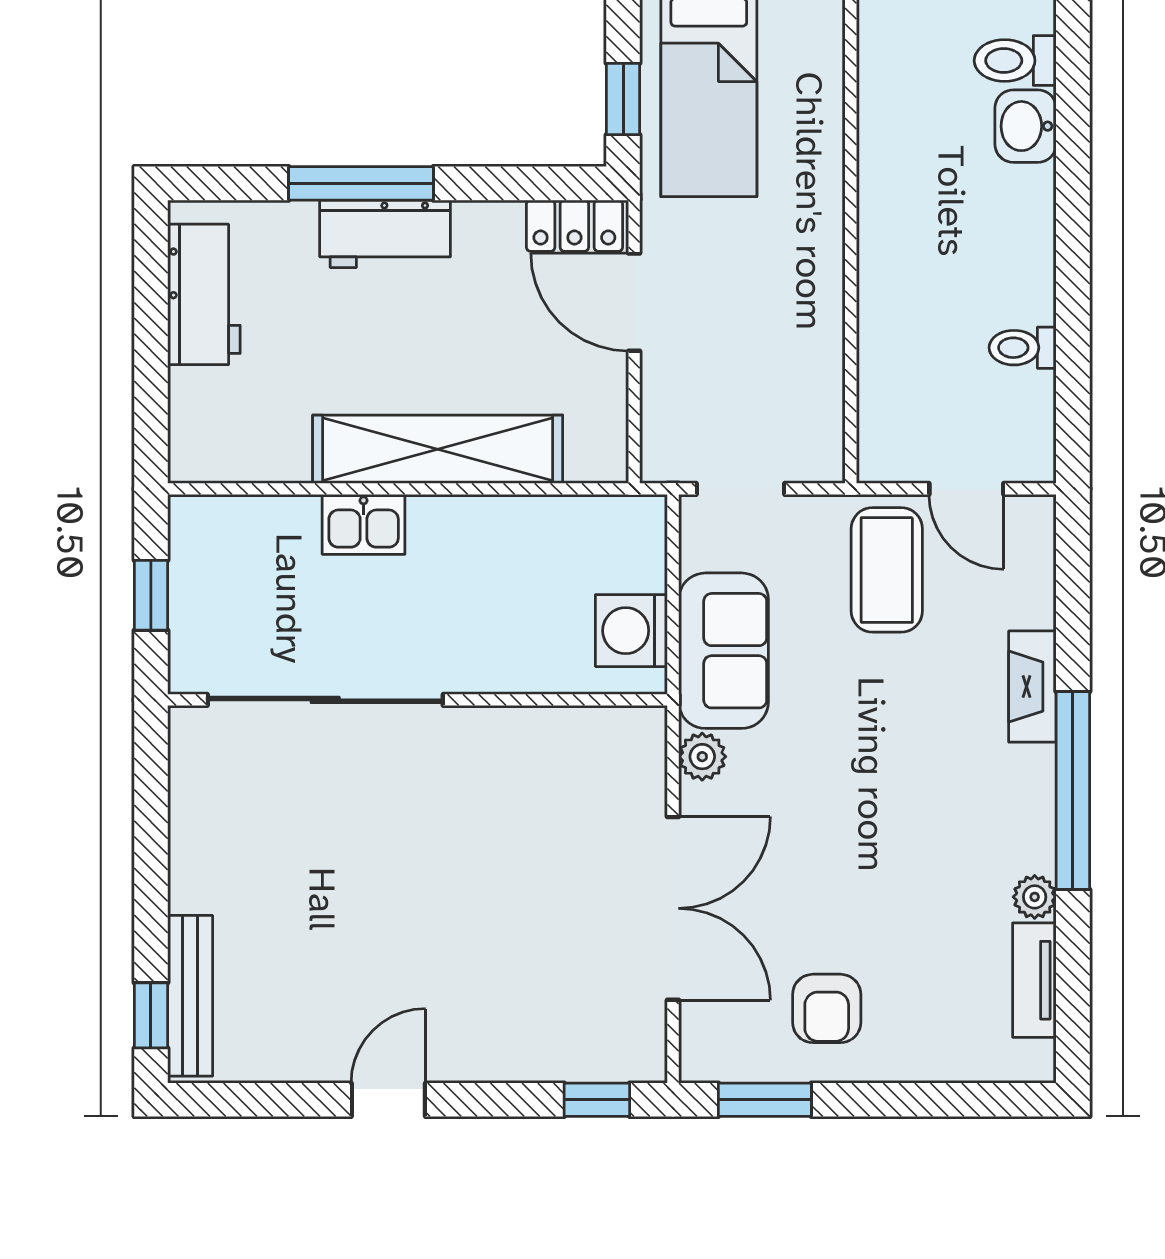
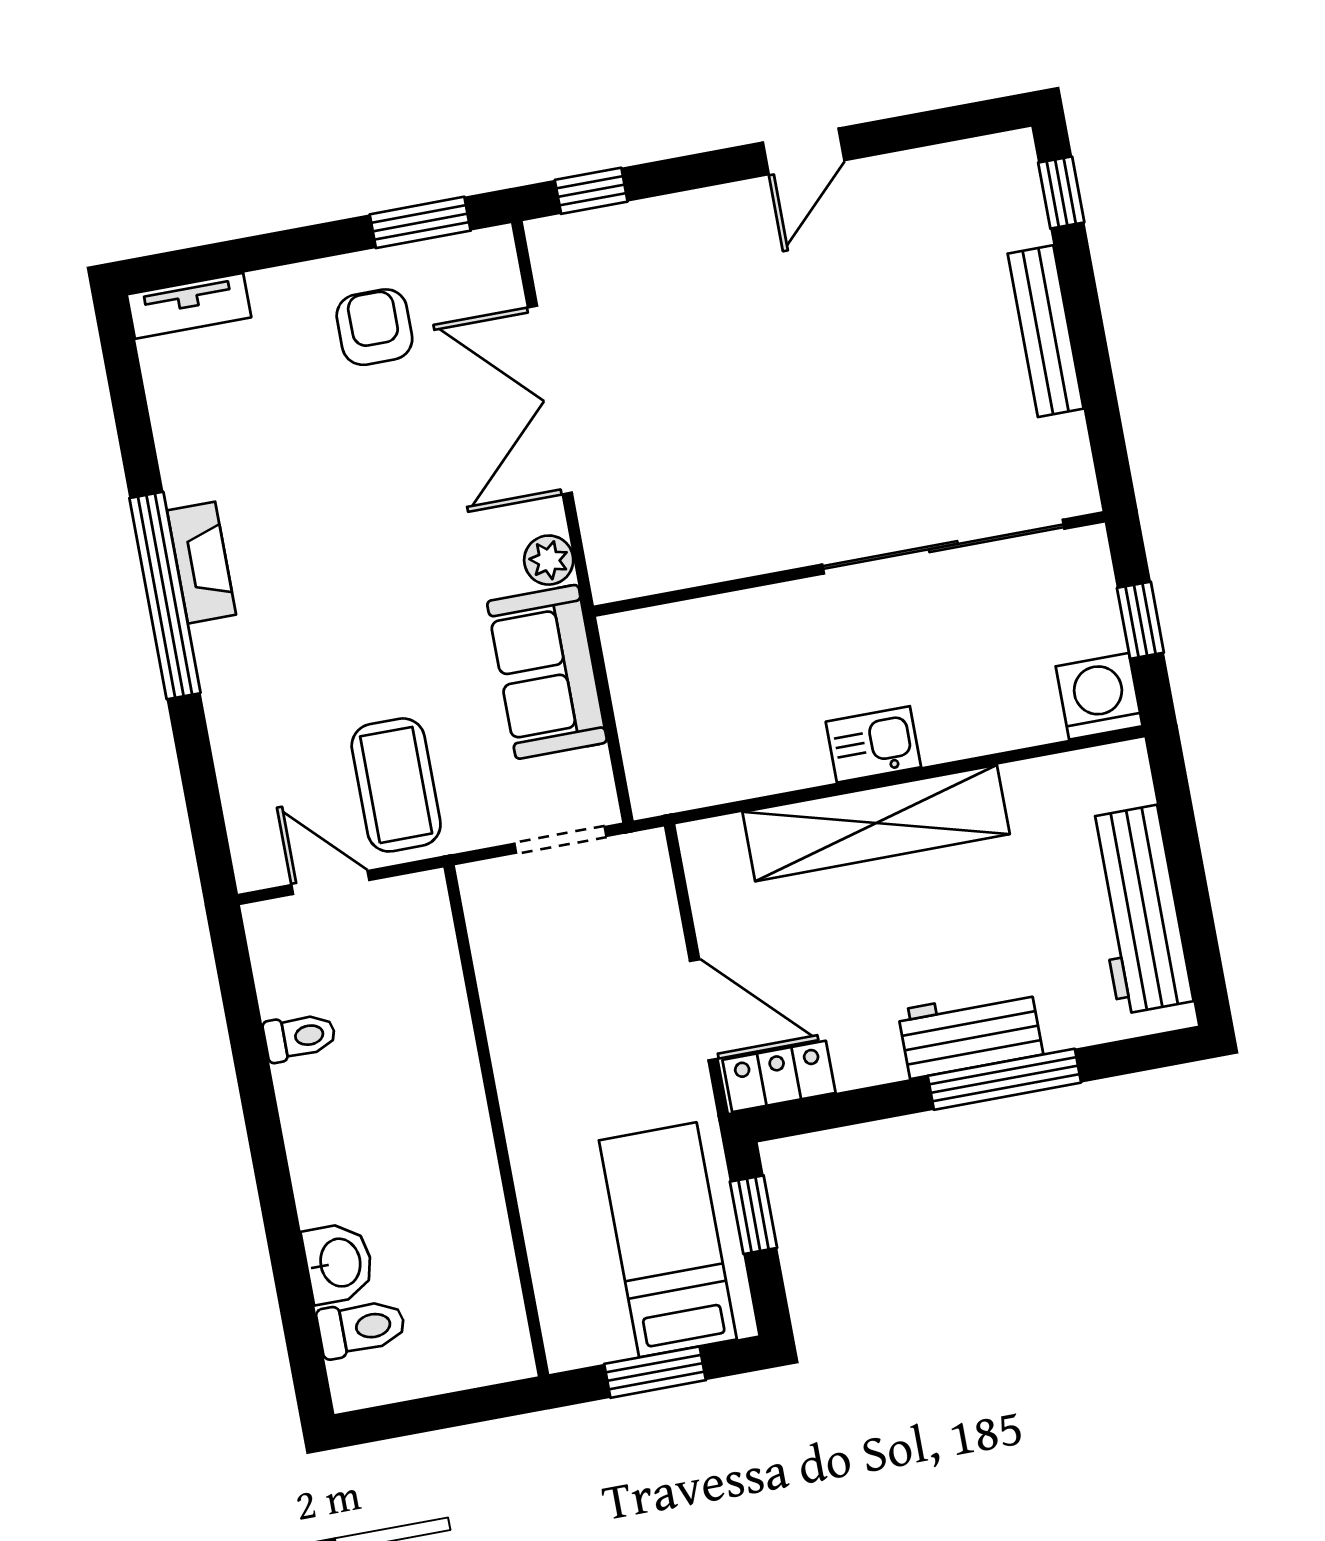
workbench: (204, 294) -> (1138, 910), width x1.38
kitchen sink: (364, 524) -> (873, 744), moved
washing machine: (631, 631) -> (1099, 696), moved, turned -90
fireplace: (1032, 687) -> (201, 563), moved
plant: (1035, 897) -> (184, 480), removed
tv unit: (1034, 980) -> (189, 306), moved, turned 90
bench: (190, 996) -> (1046, 331), moved

